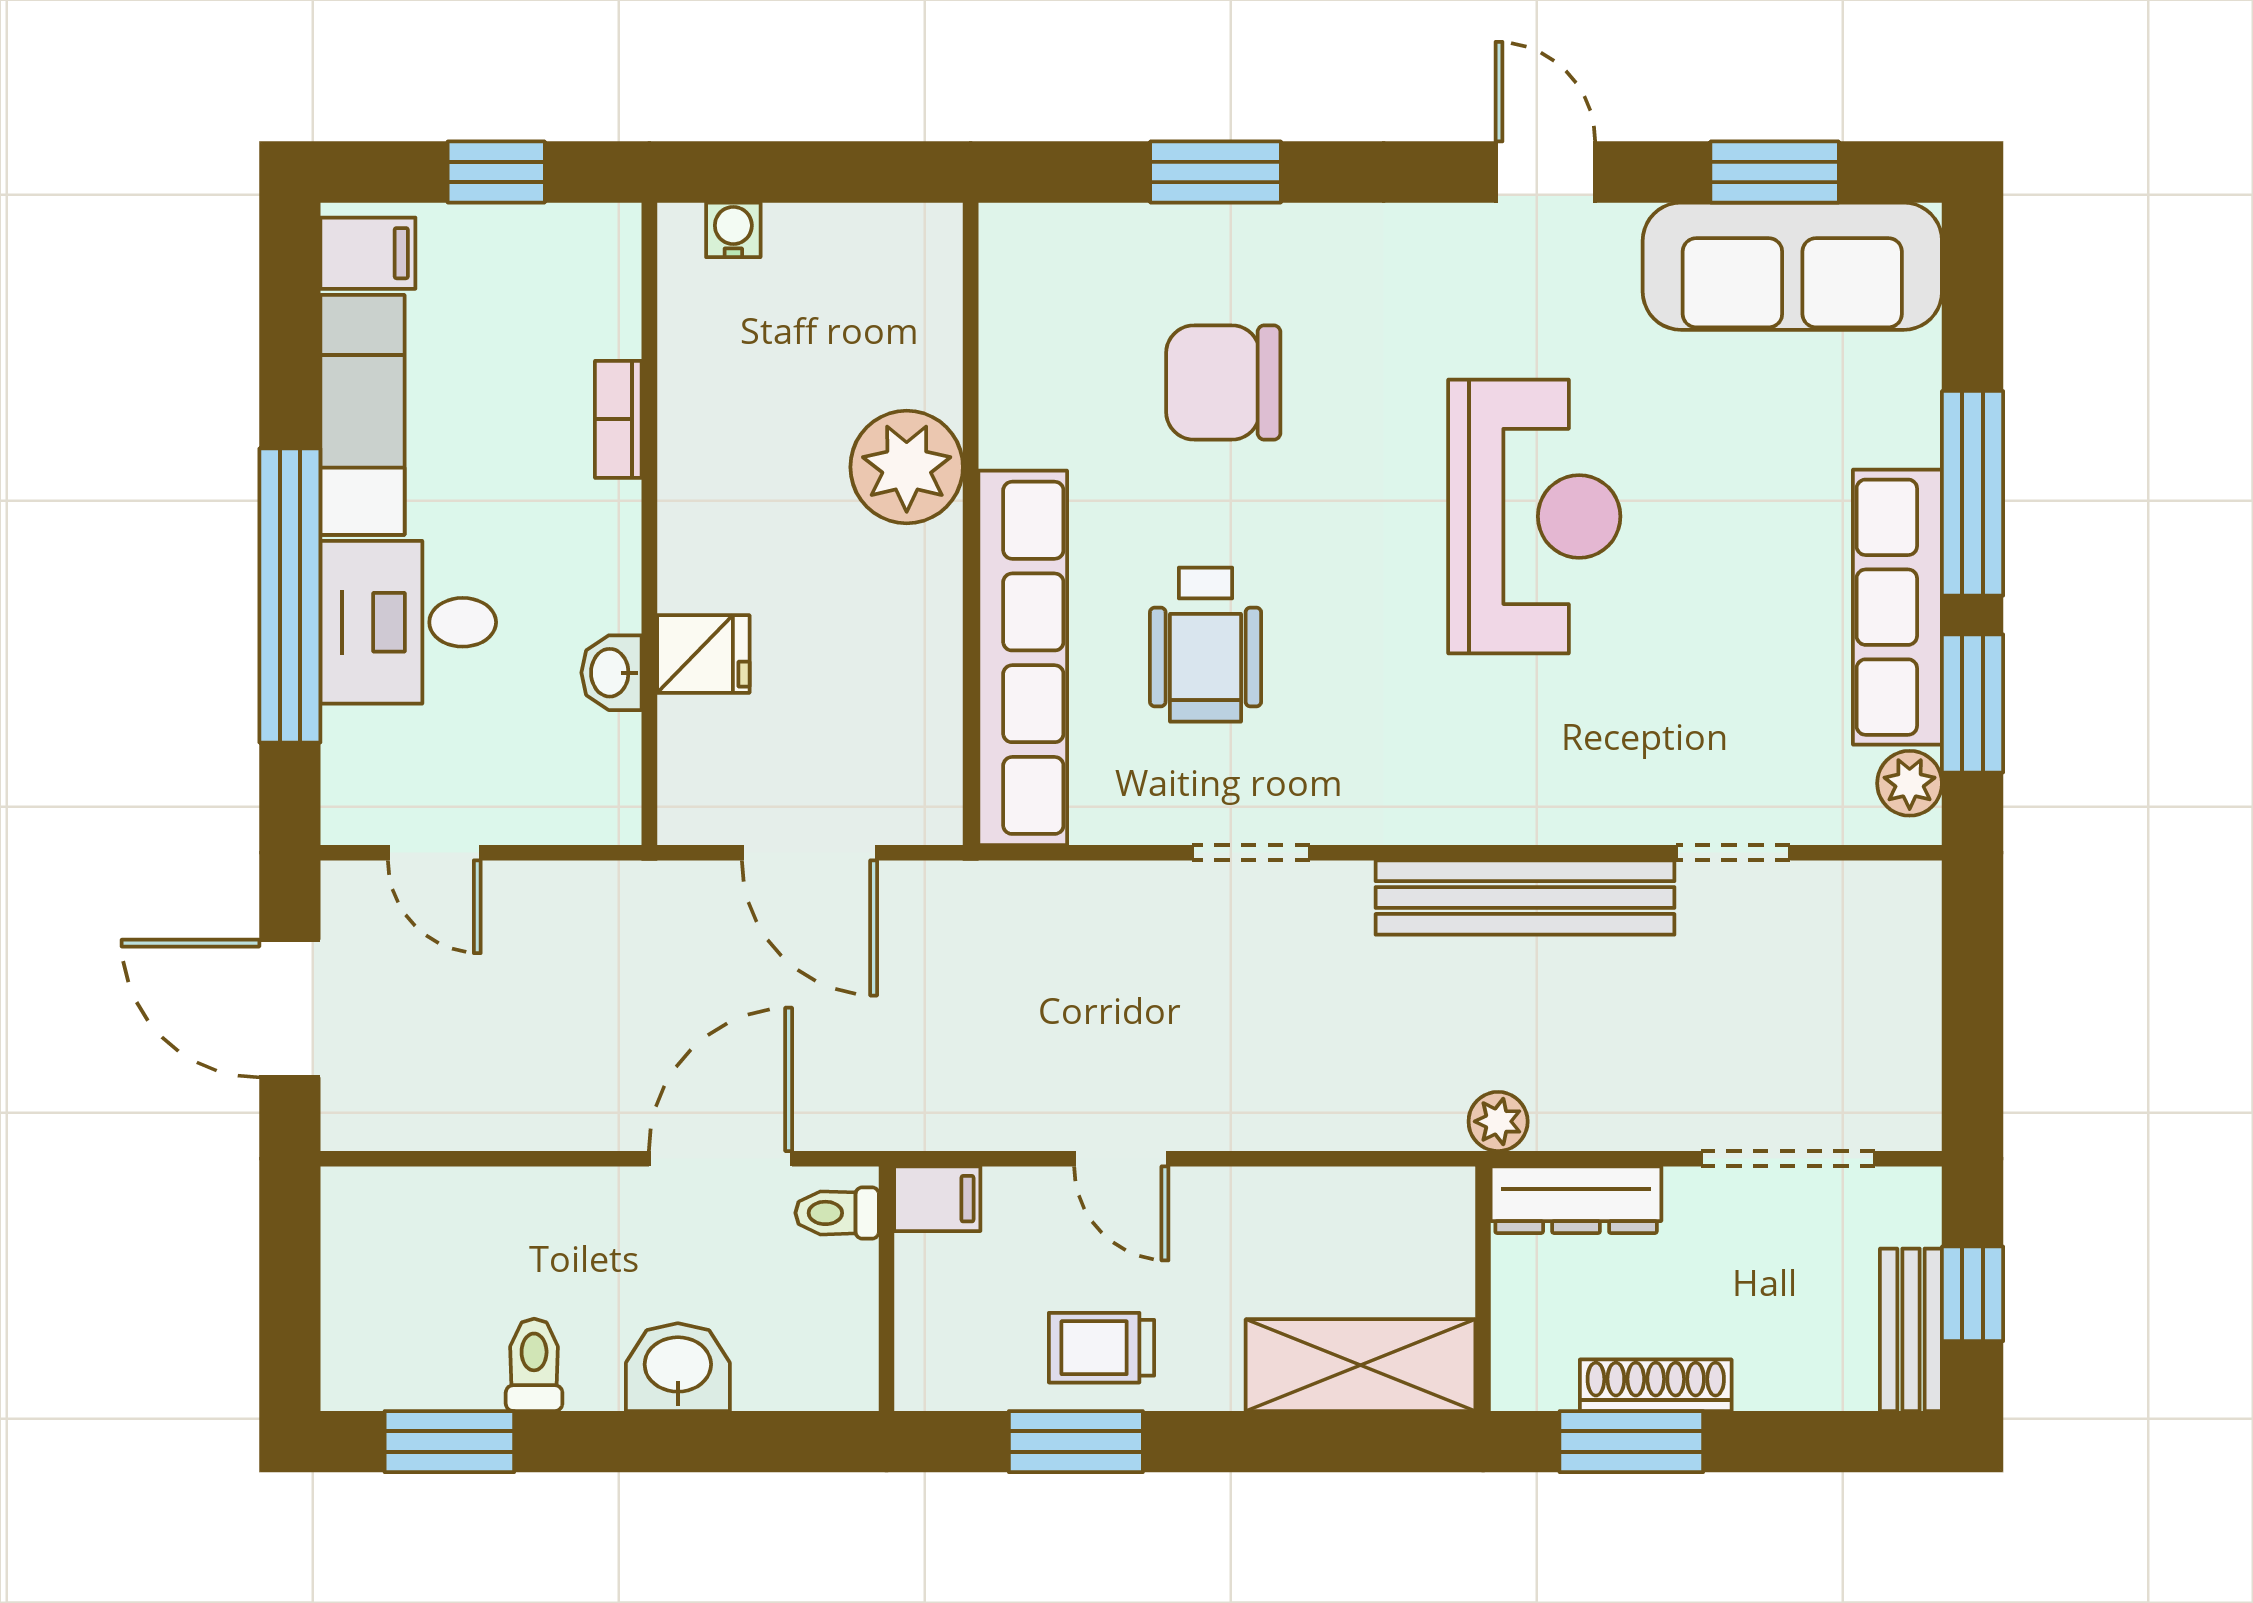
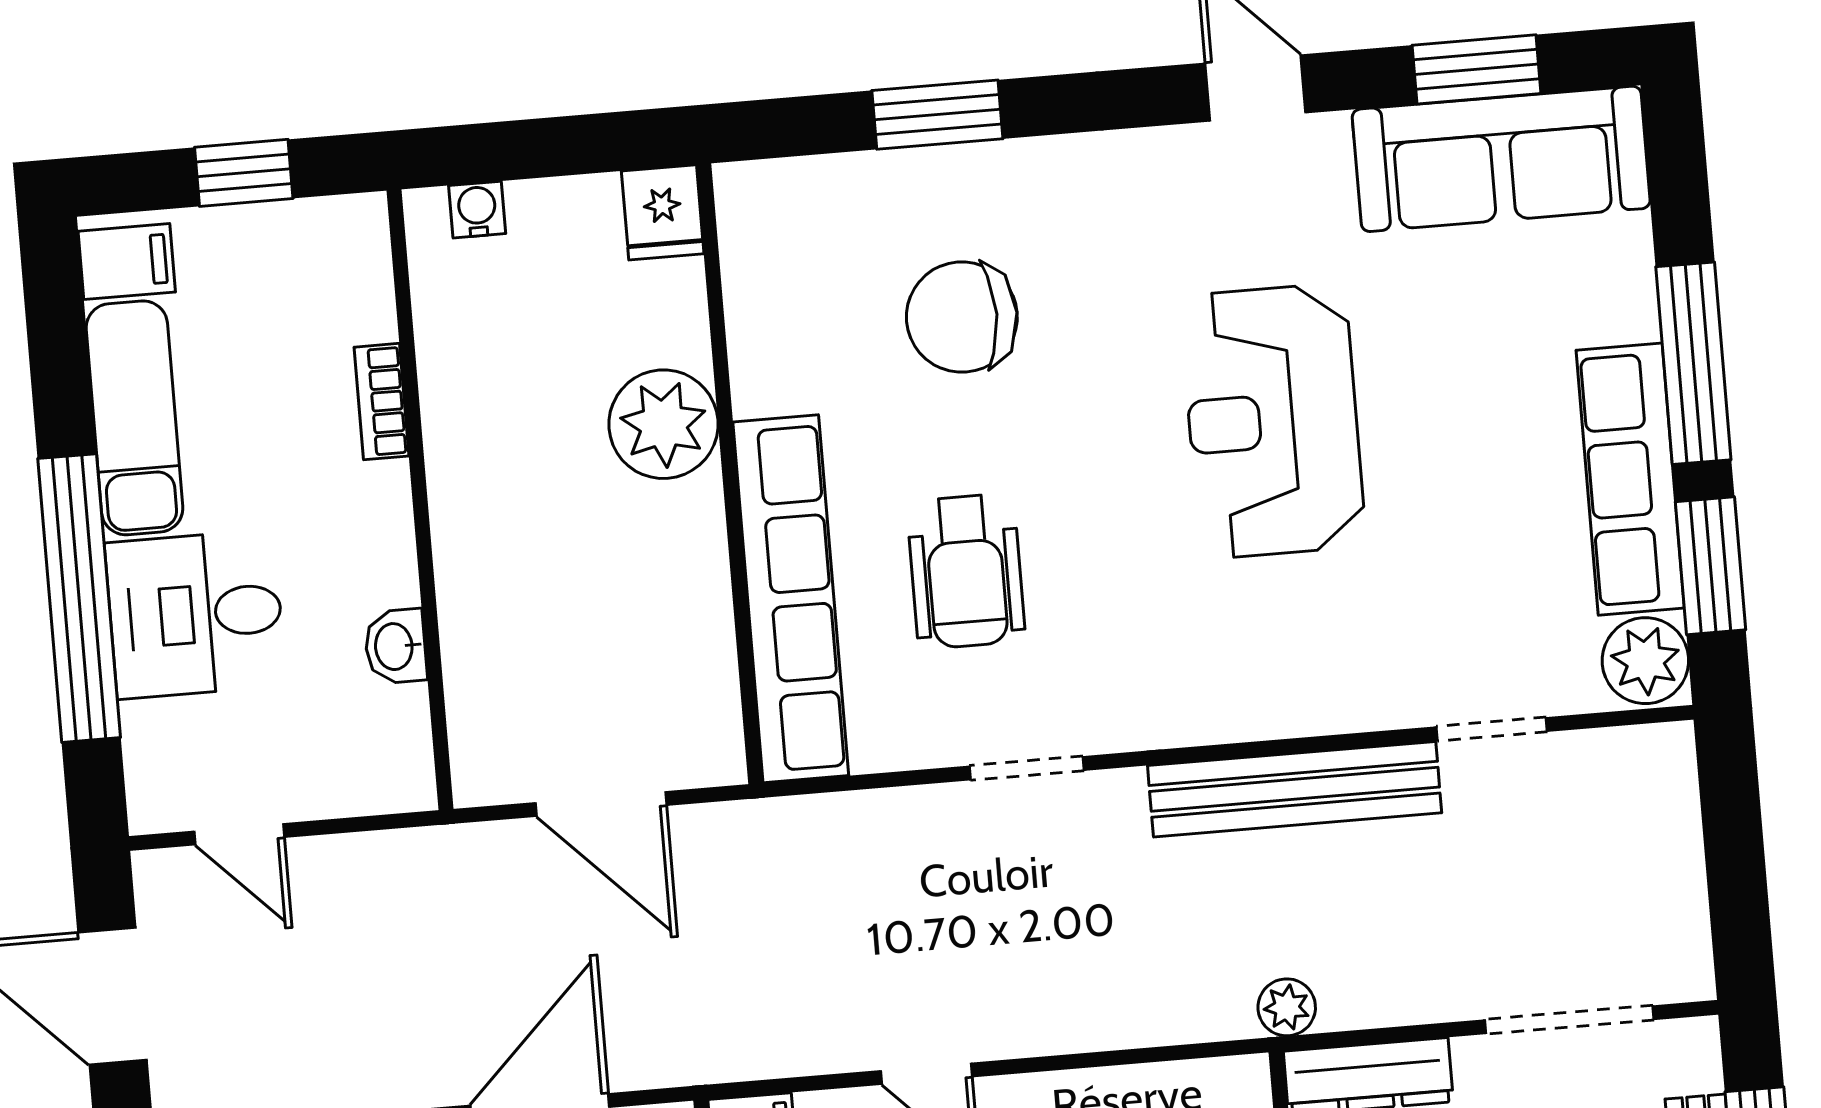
reception desk: (1534, 516) -> (1273, 421), turned 180
fridge: (703, 654) -> (663, 212), moved, turned 90
plant: (1910, 783) -> (1645, 661), width x1.38, depth x1.38

